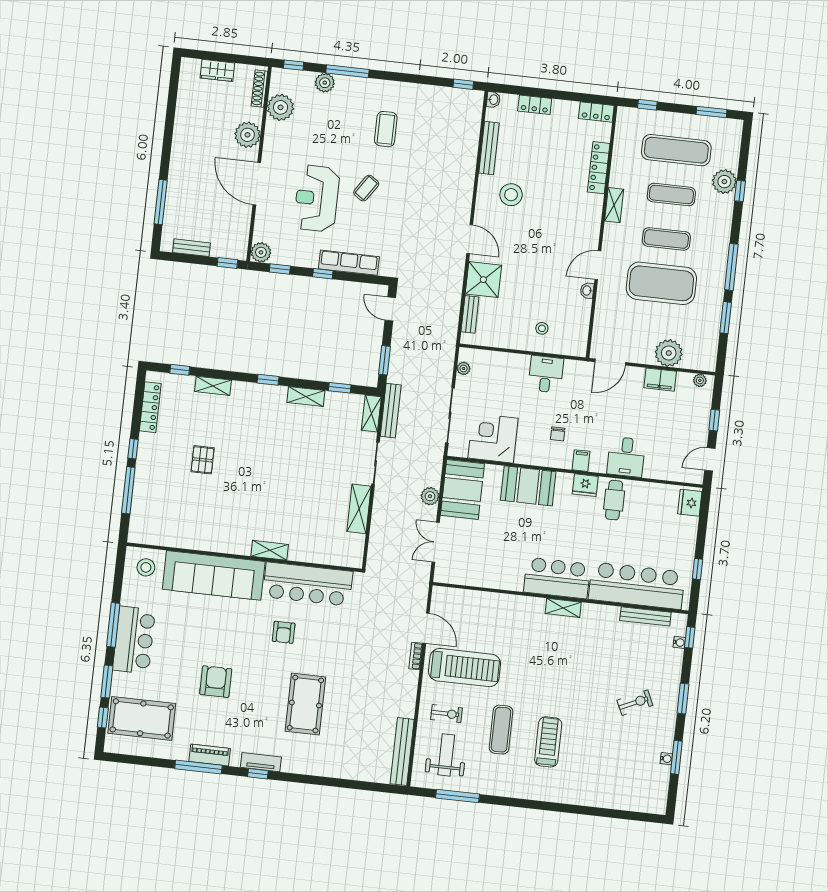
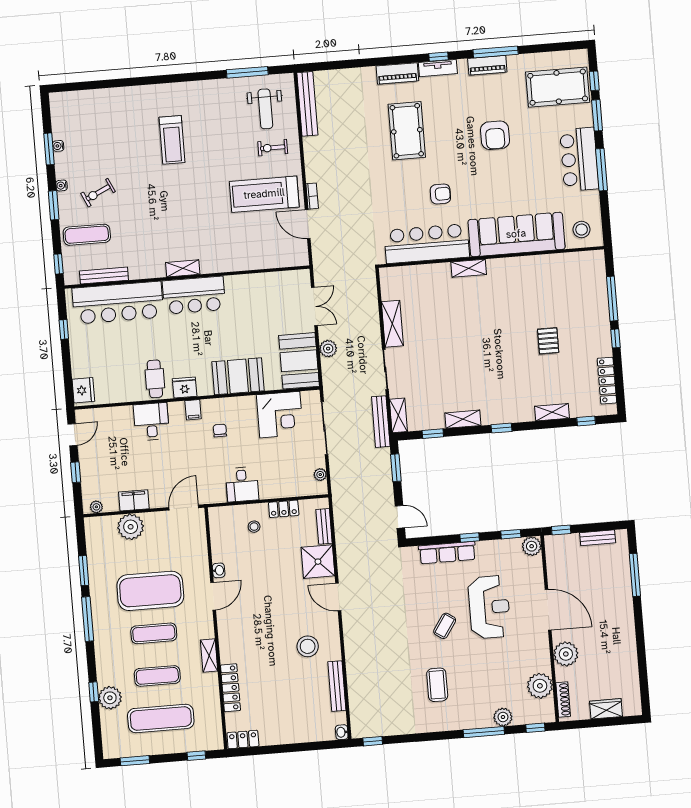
locker: (535, 105) -> (284, 509), moved, turned 180
armchair: (284, 632) -> (440, 194), turned 90
water cooler: (679, 642) -> (62, 186), moved
exercise mat: (501, 730) -> (87, 235), moved, turned 90
piano: (304, 765) -> (397, 73), added

